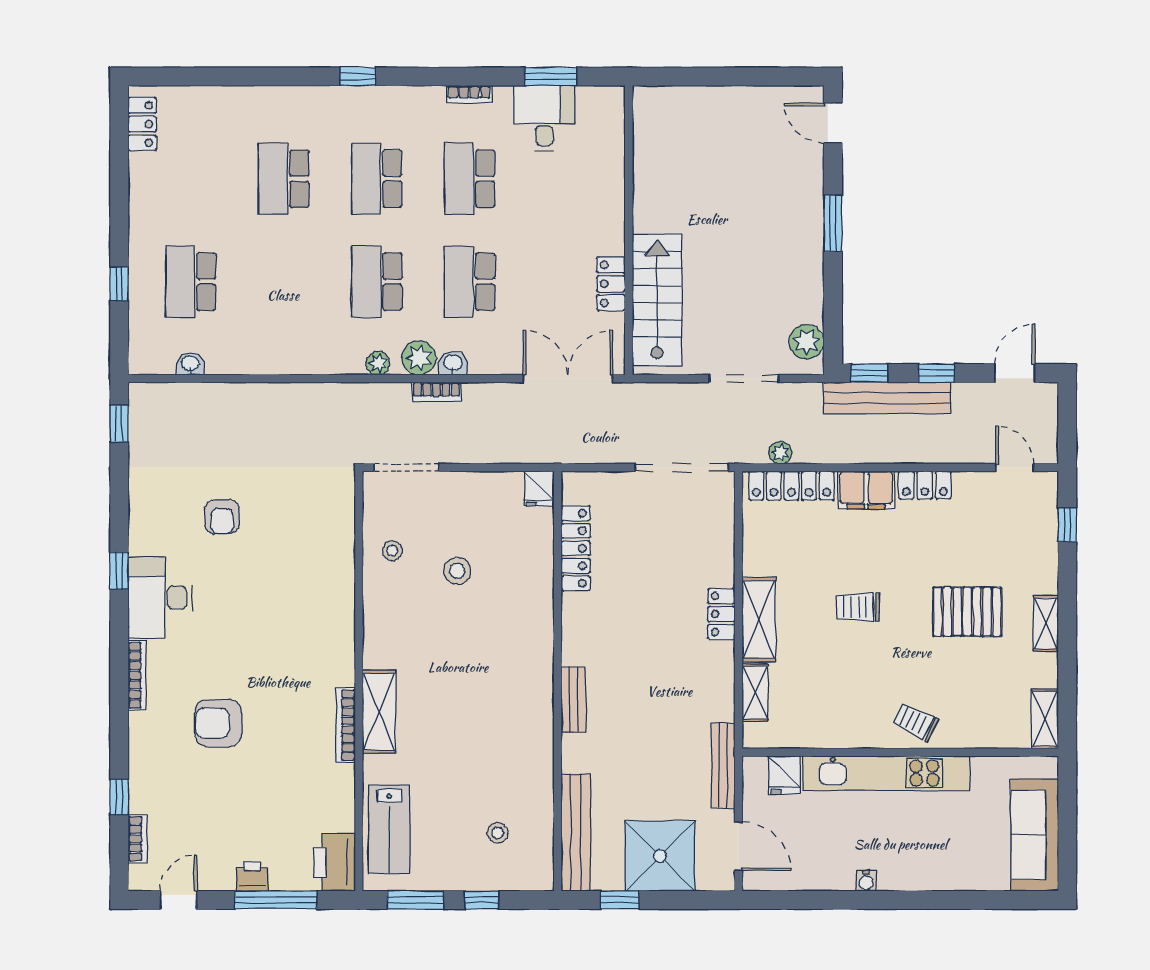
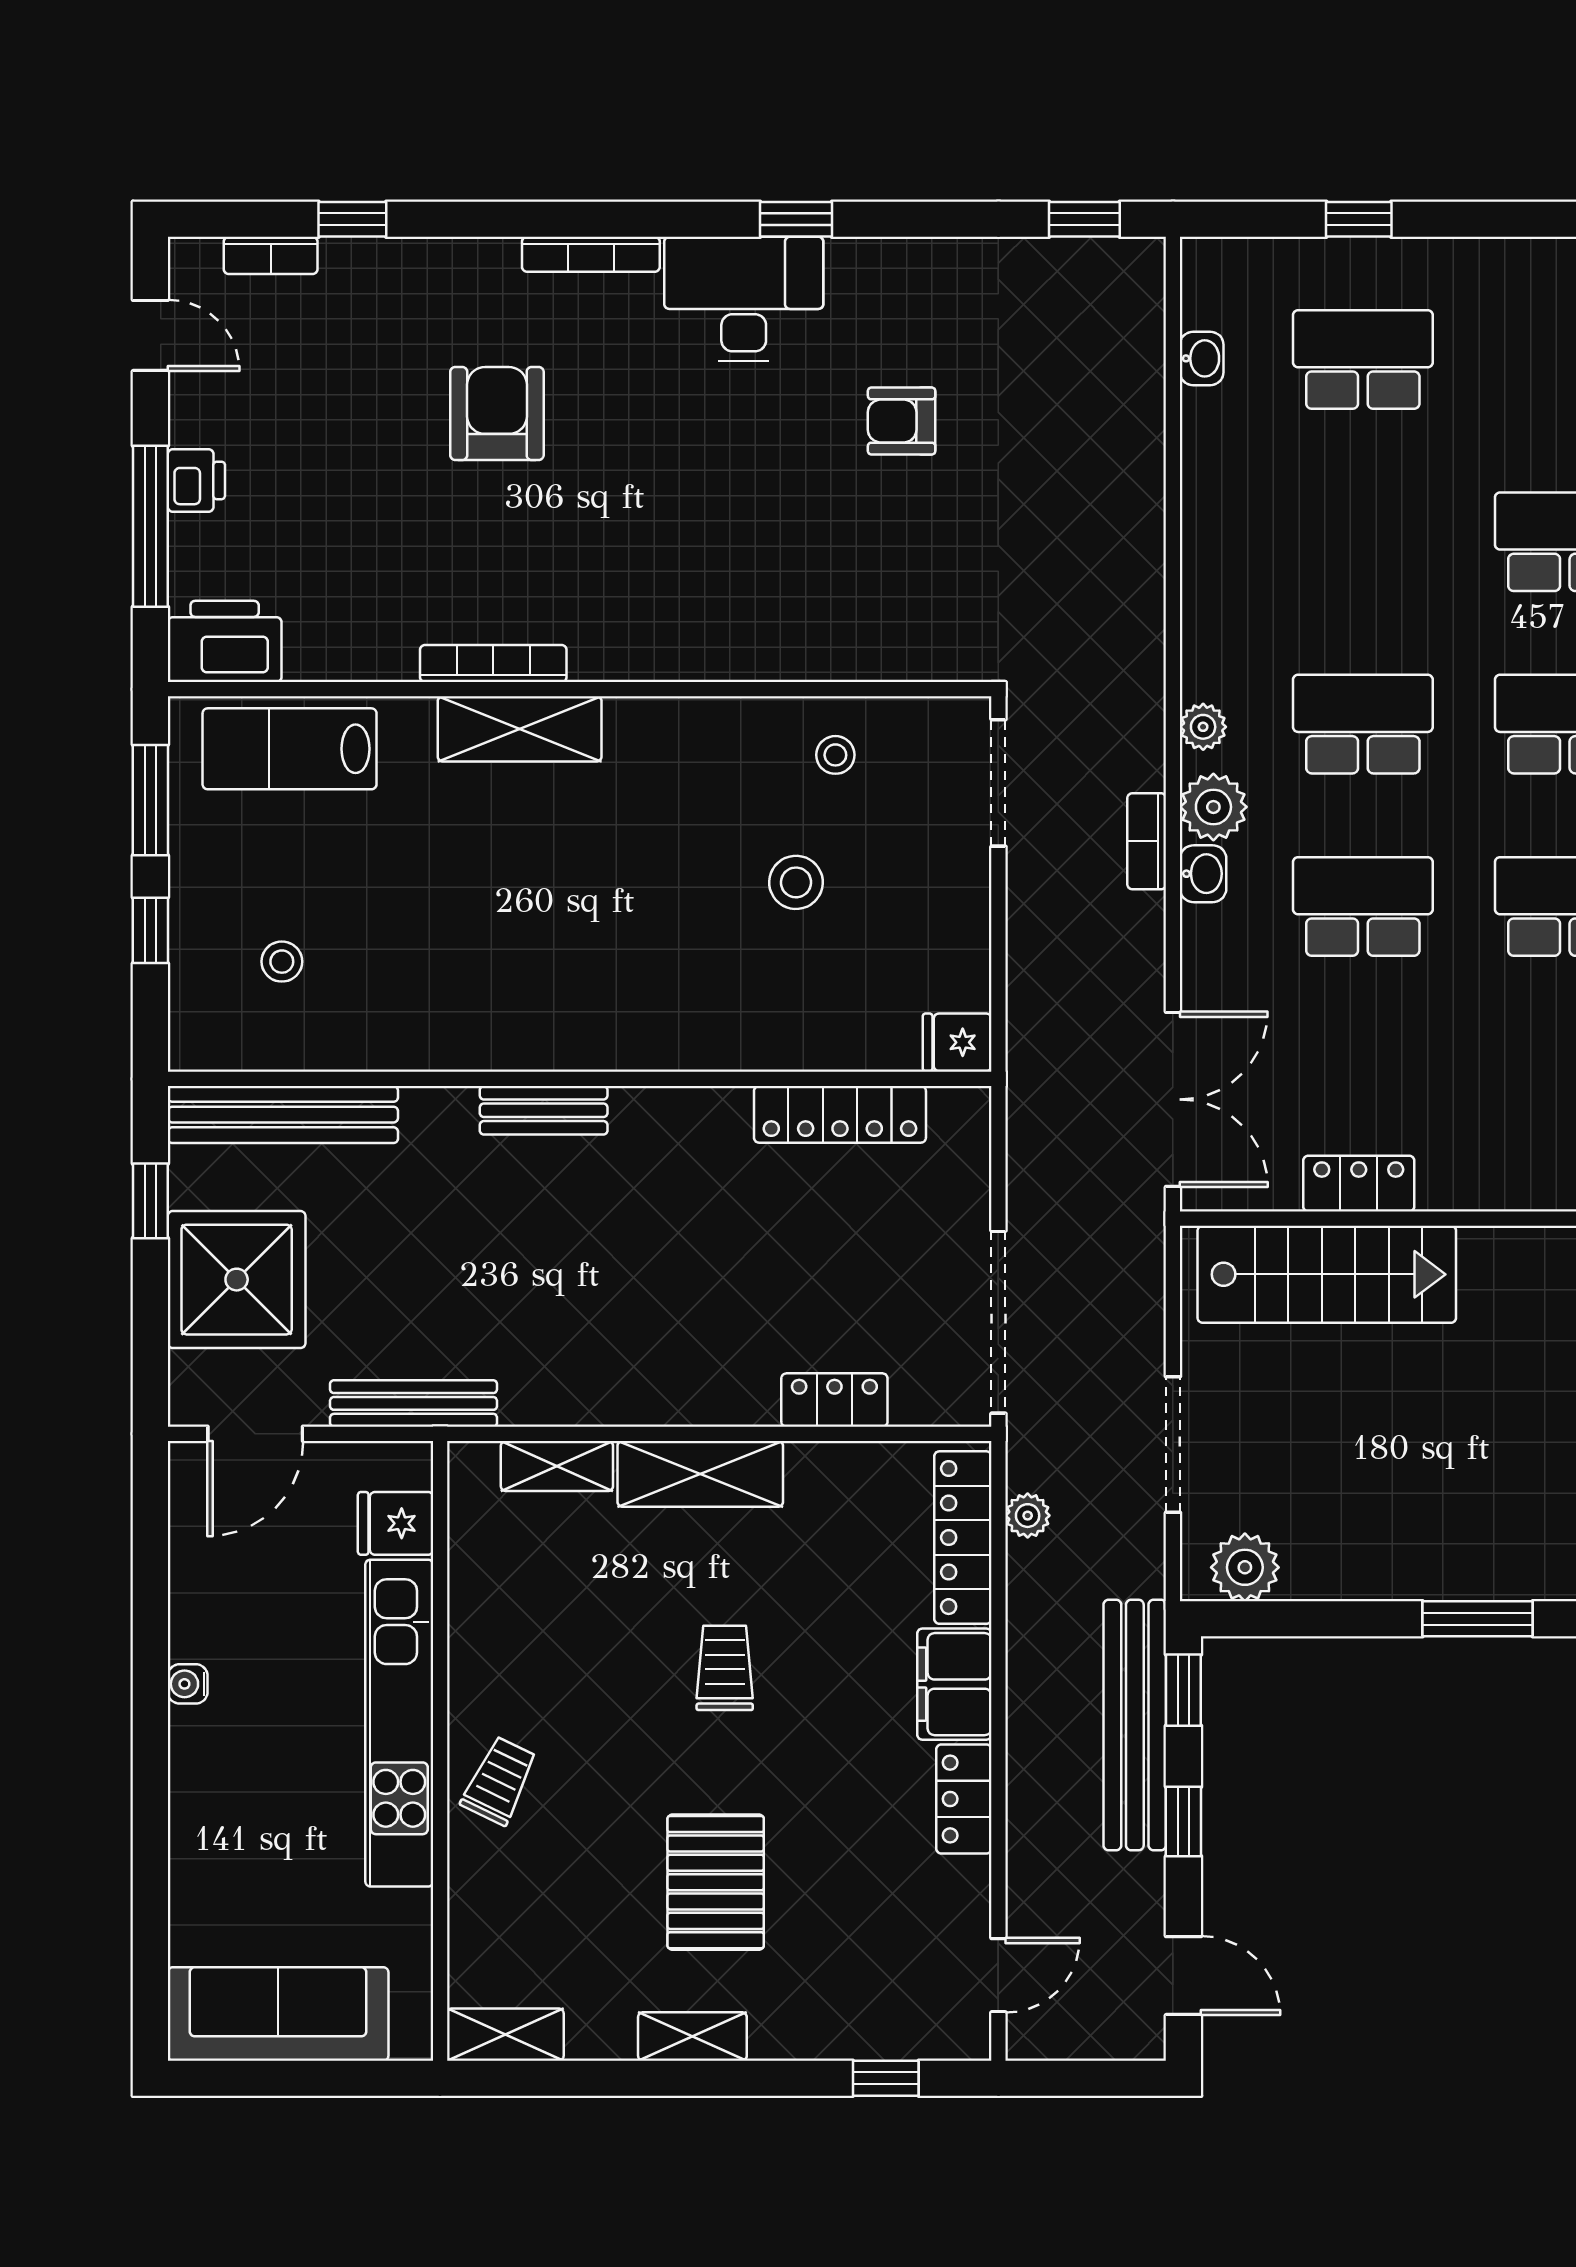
locker: (721, 614) -> (834, 1400), moved

